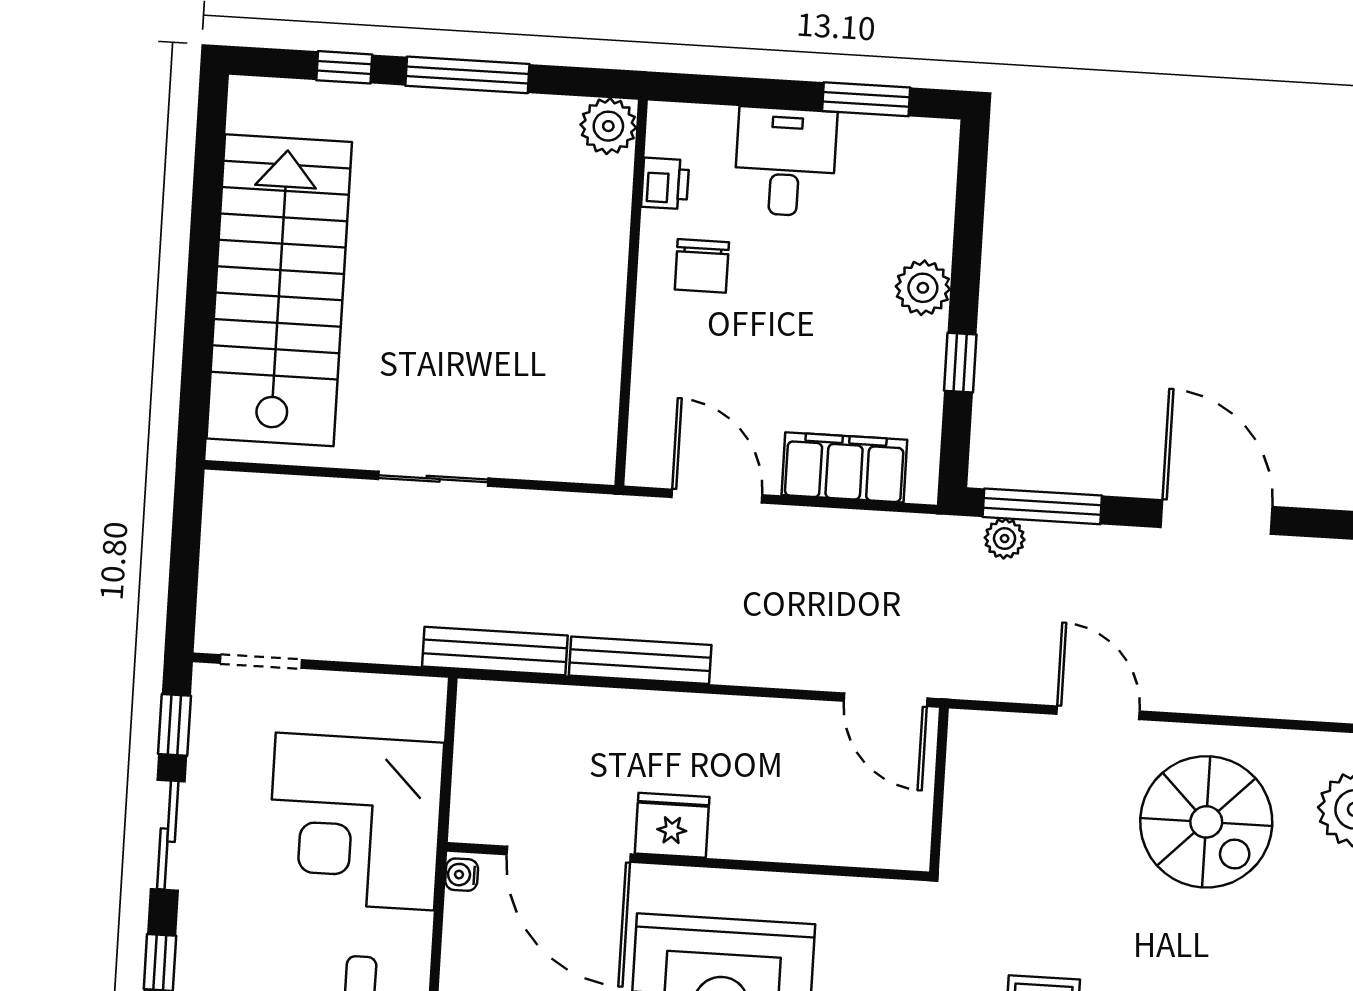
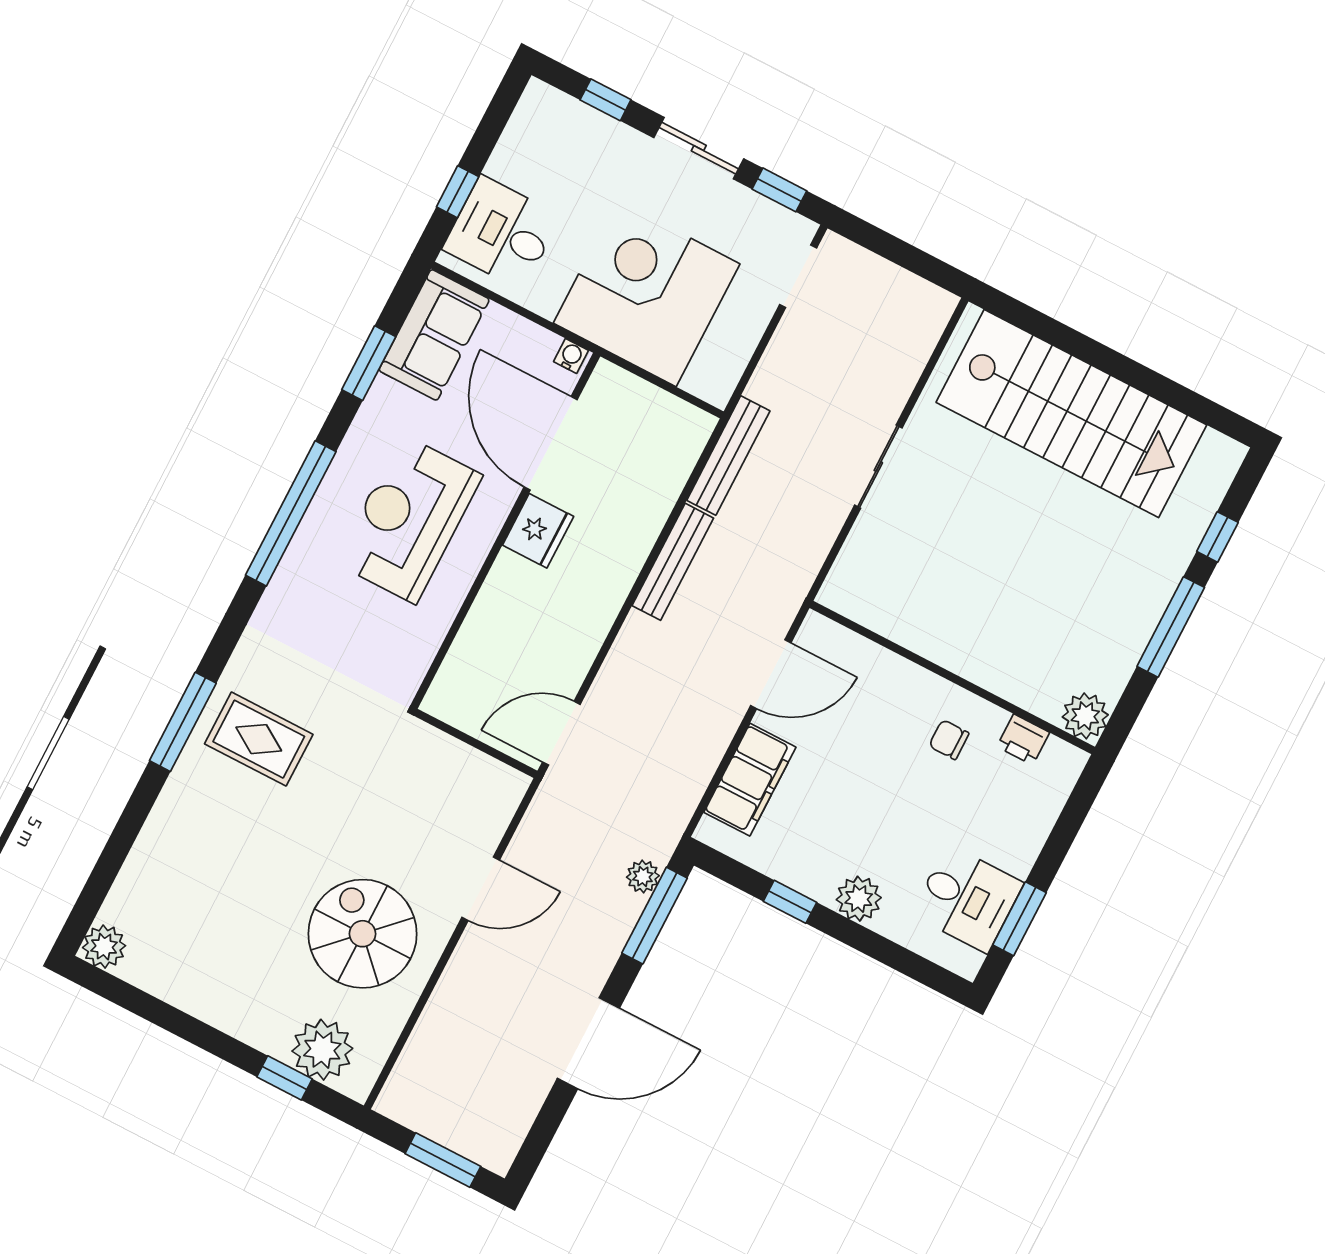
desk: (785, 162) -> (967, 899), moved
chair: (702, 266) -> (949, 740), width x0.73, depth x0.73
spiral stairs: (1206, 822) -> (363, 934), turned 90
door: (569, 854) -> (551, 443), hinge flipped

